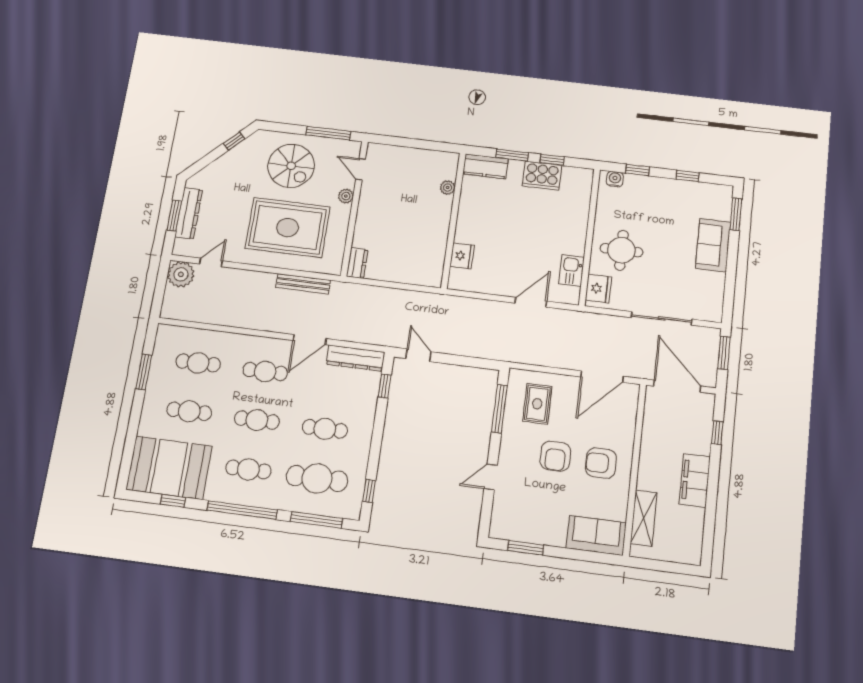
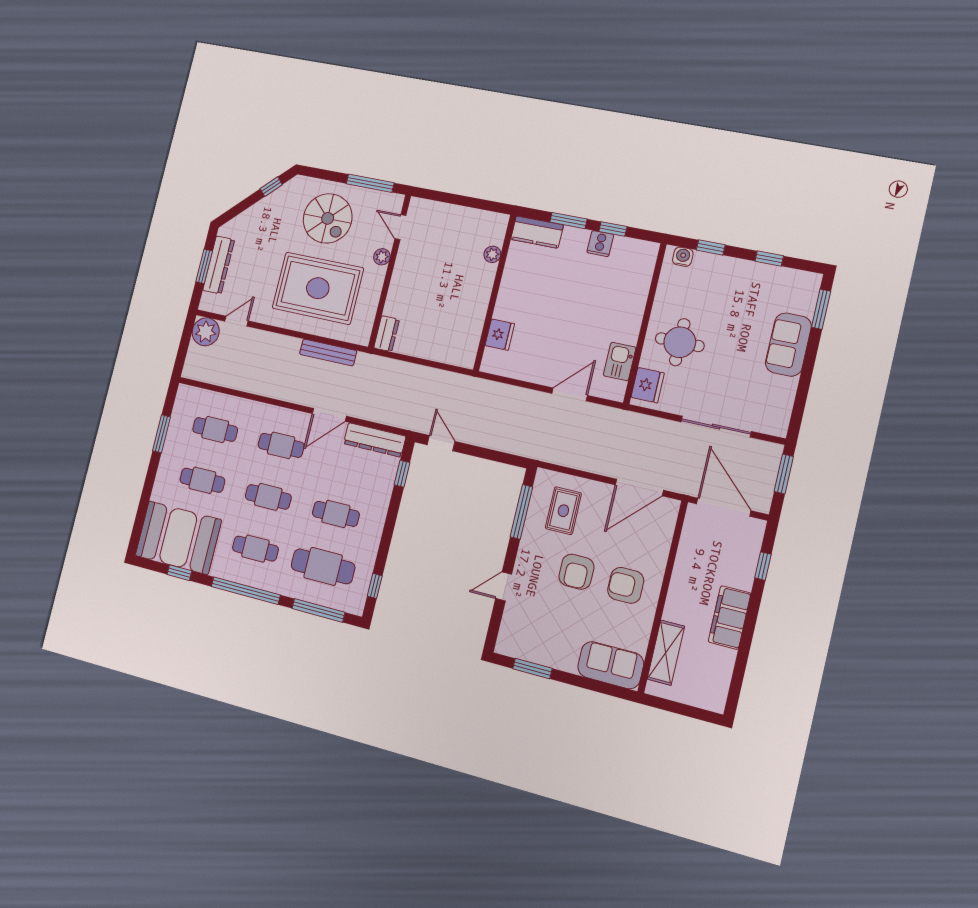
cooker: (542, 176) -> (600, 244), width x0.53, depth x0.76

